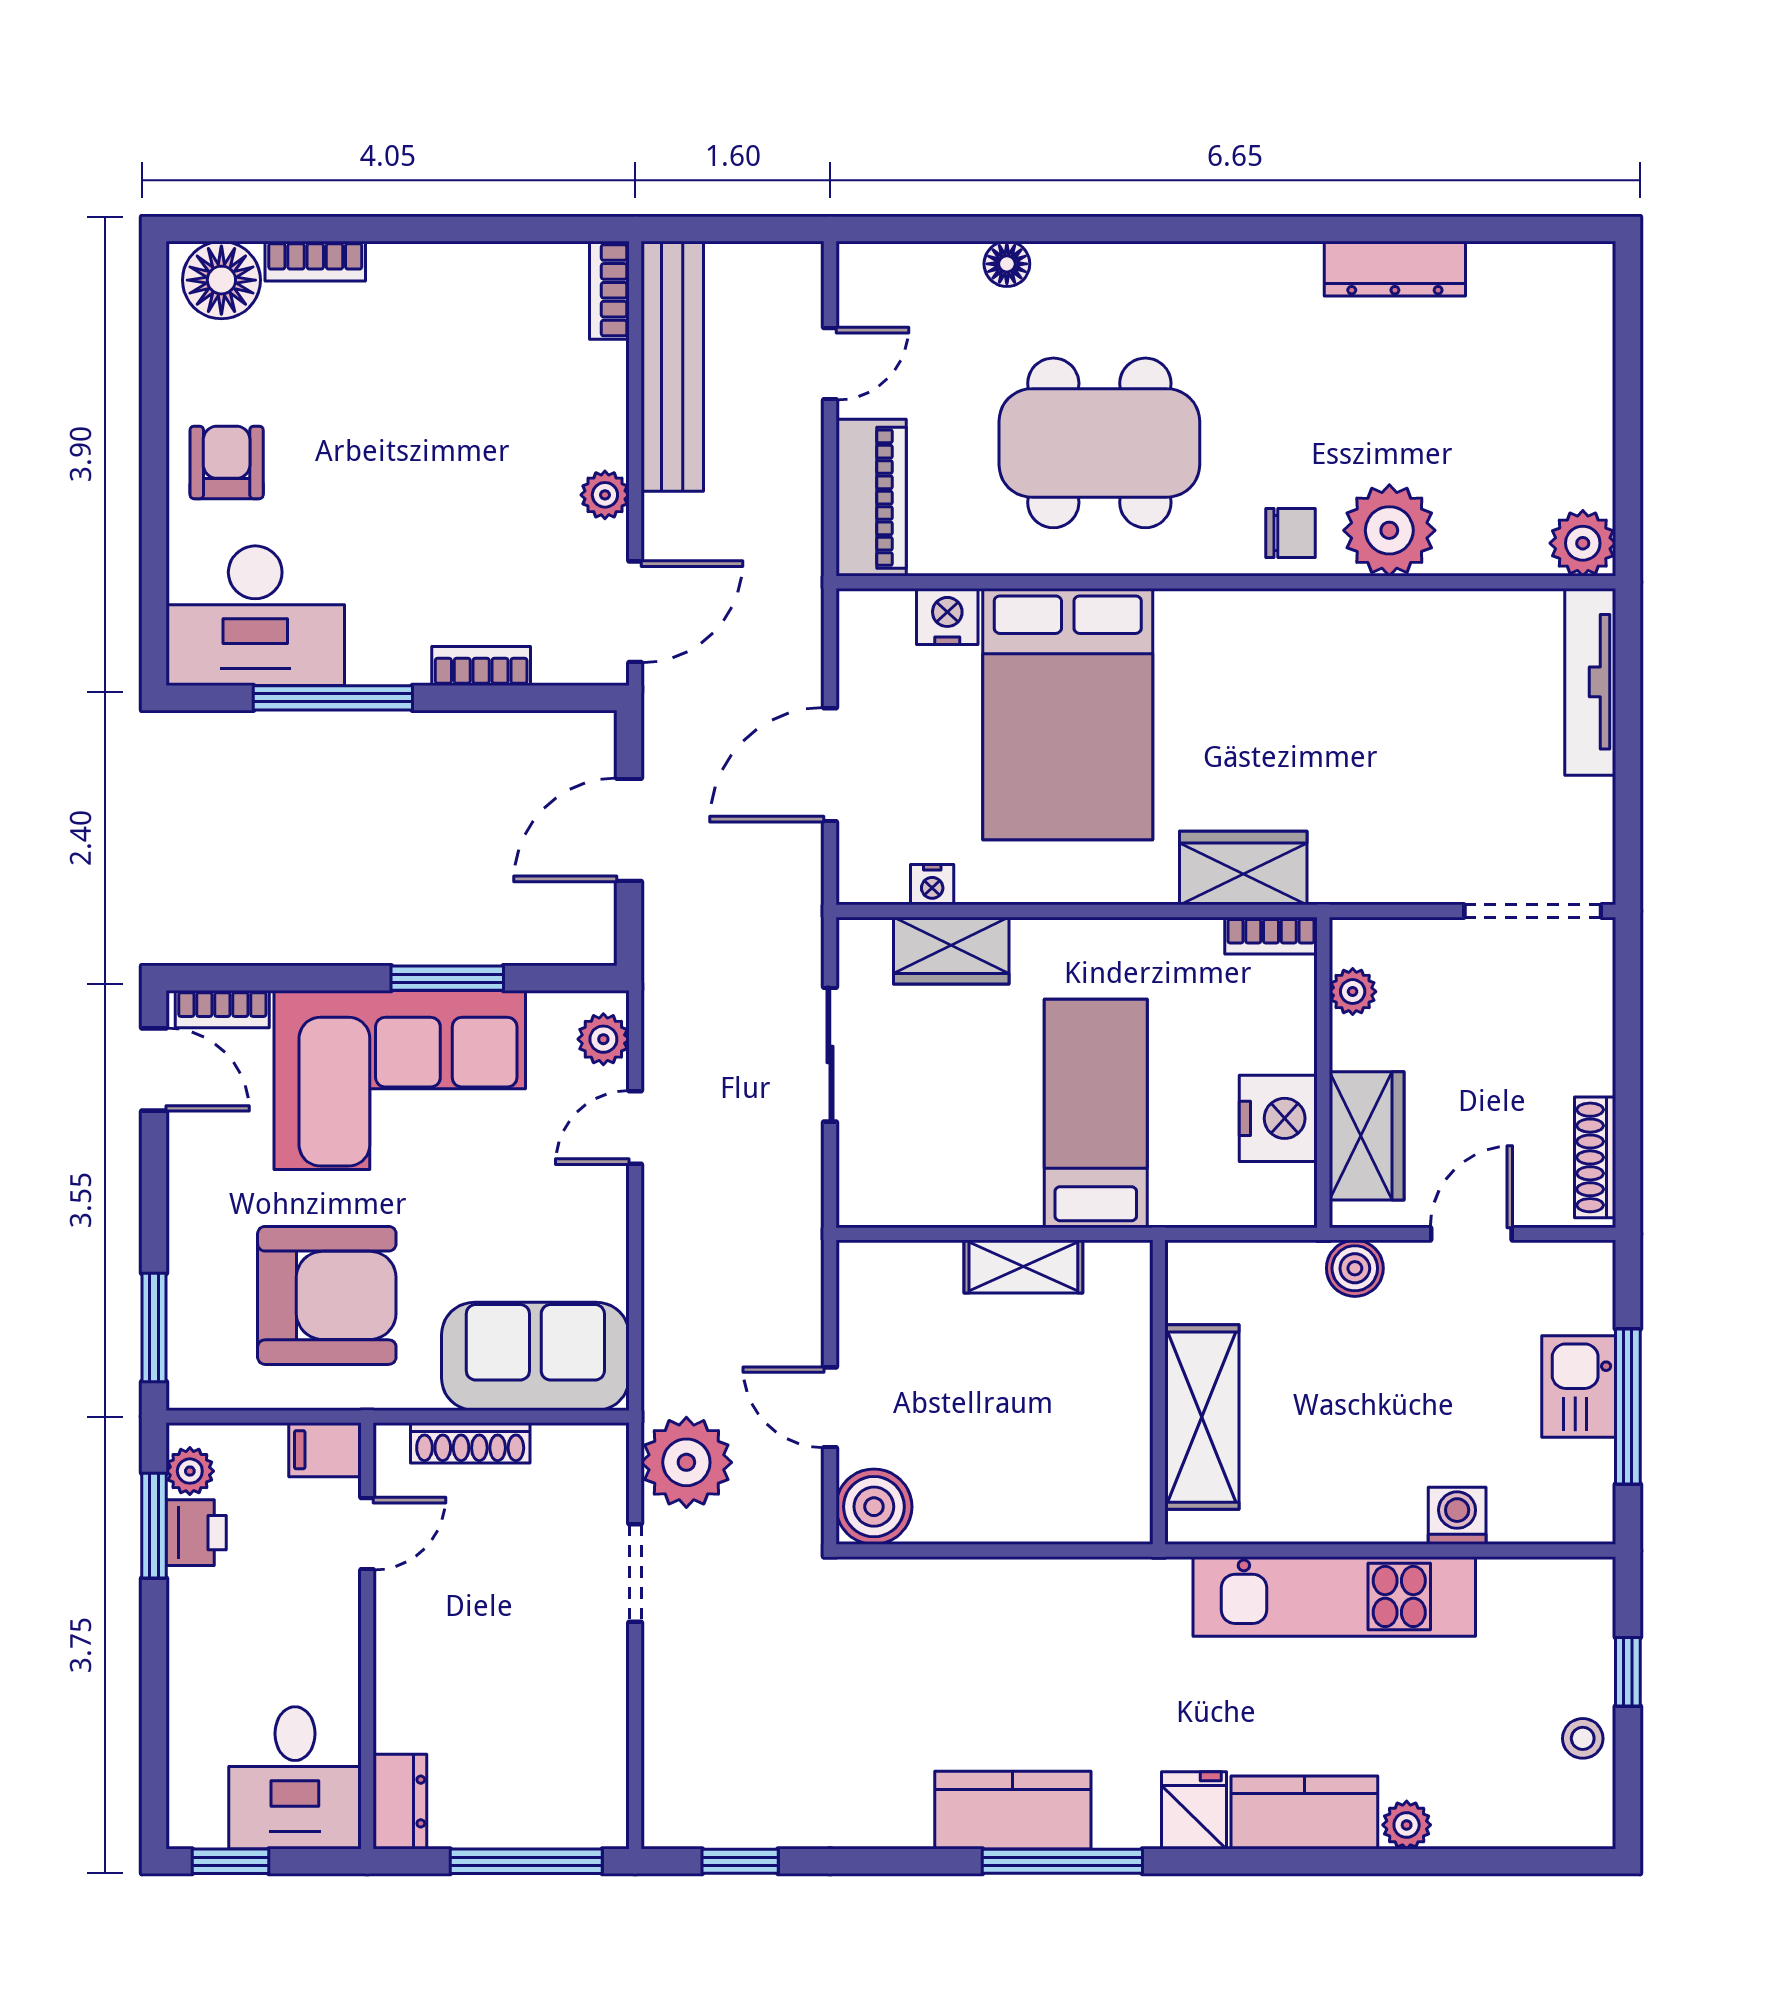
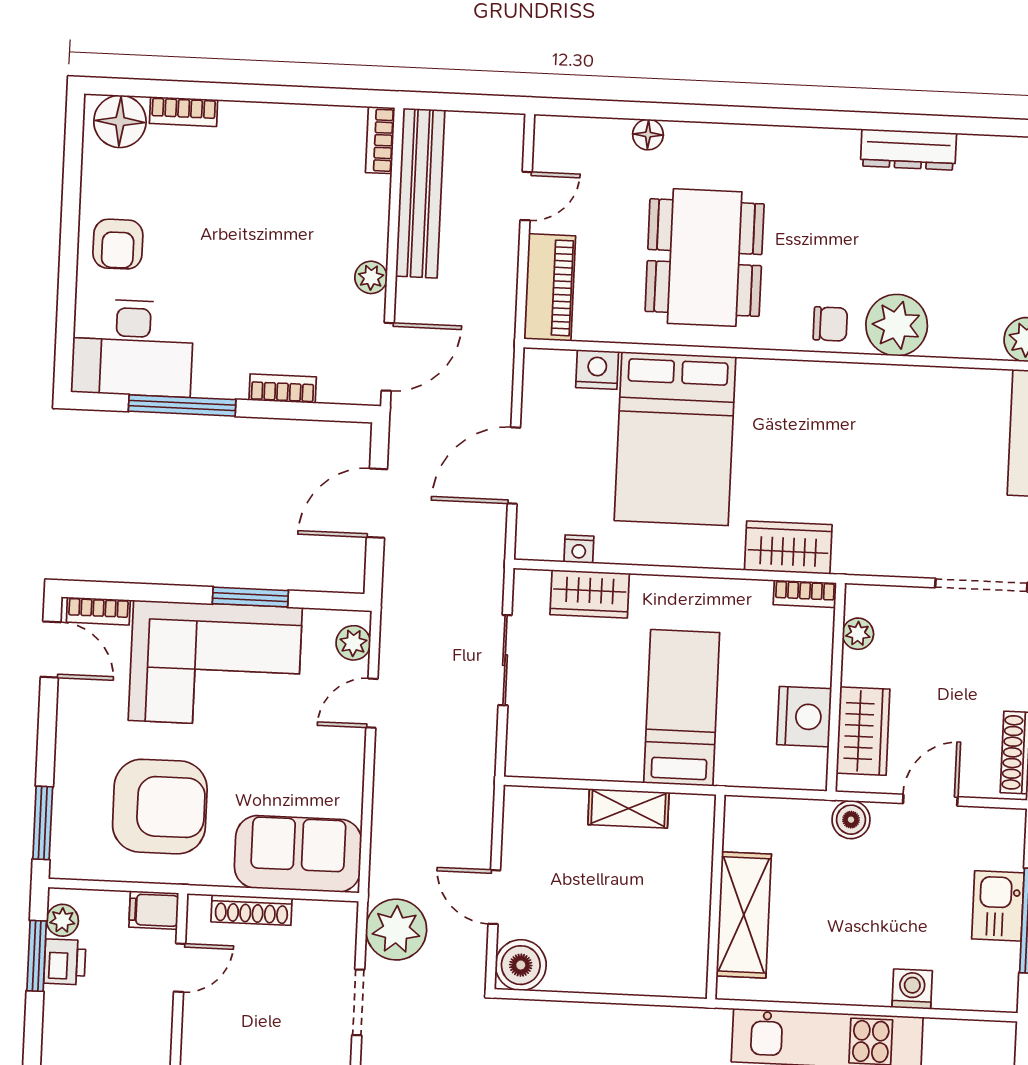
dining table: (1099, 443) -> (705, 258), turned 90
armchair: (227, 462) -> (118, 244), turned 180

